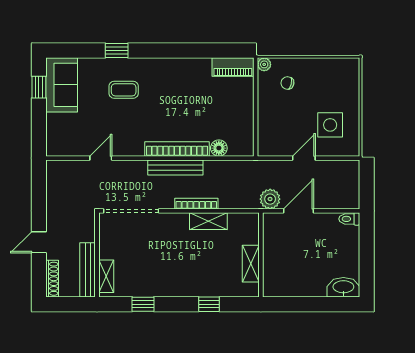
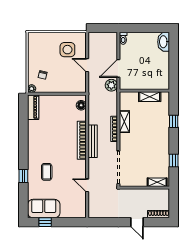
floor lamp: (219, 148) -> (81, 105), moved
door: (298, 211) -> (118, 68), hinge flipped
bench: (88, 270) -> (153, 193), removed

